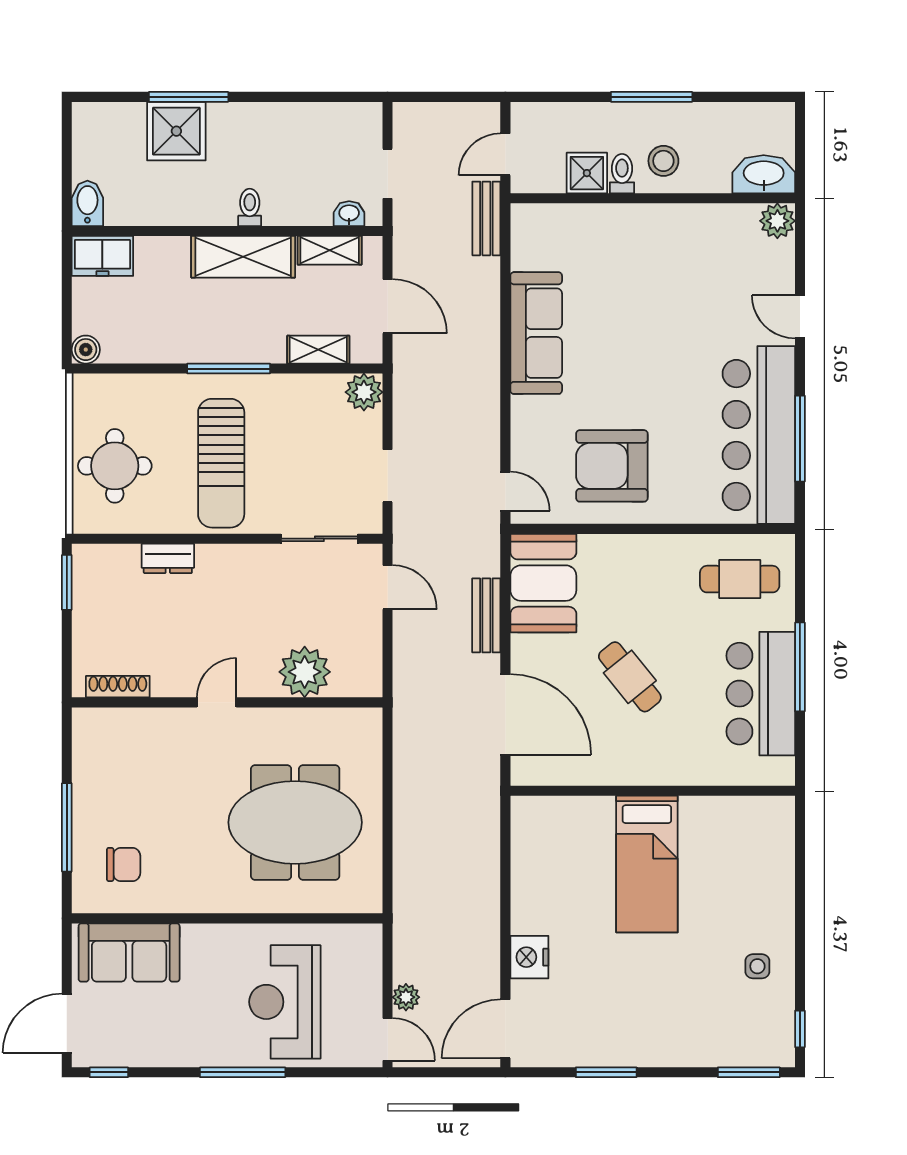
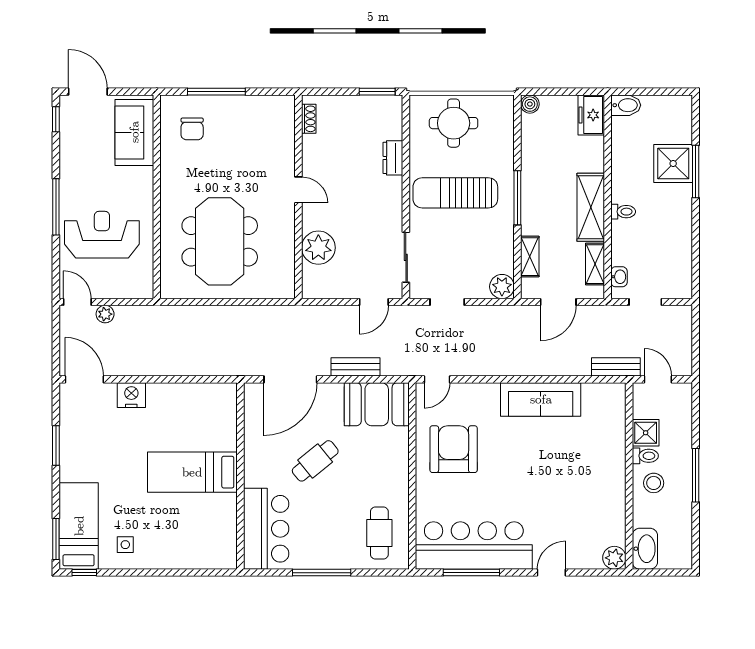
shoe rack: (118, 687) -> (309, 119), width x0.70
bar counter: (761, 694) -> (266, 529), moved, turned 90
bed: (729, 1038) -> (79, 526), added
door: (388, 1039) -> (77, 302), swing flipped

